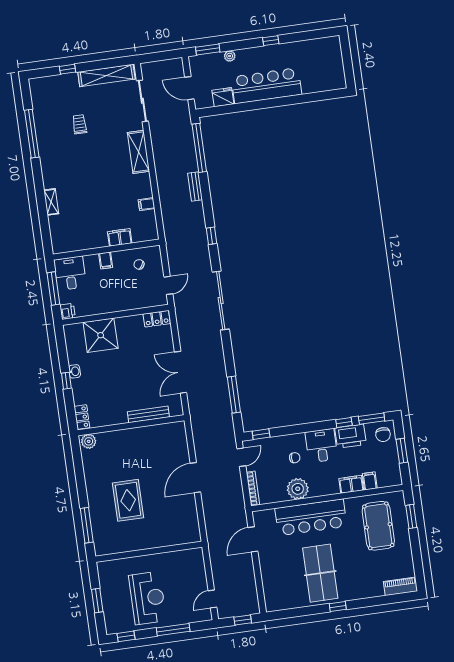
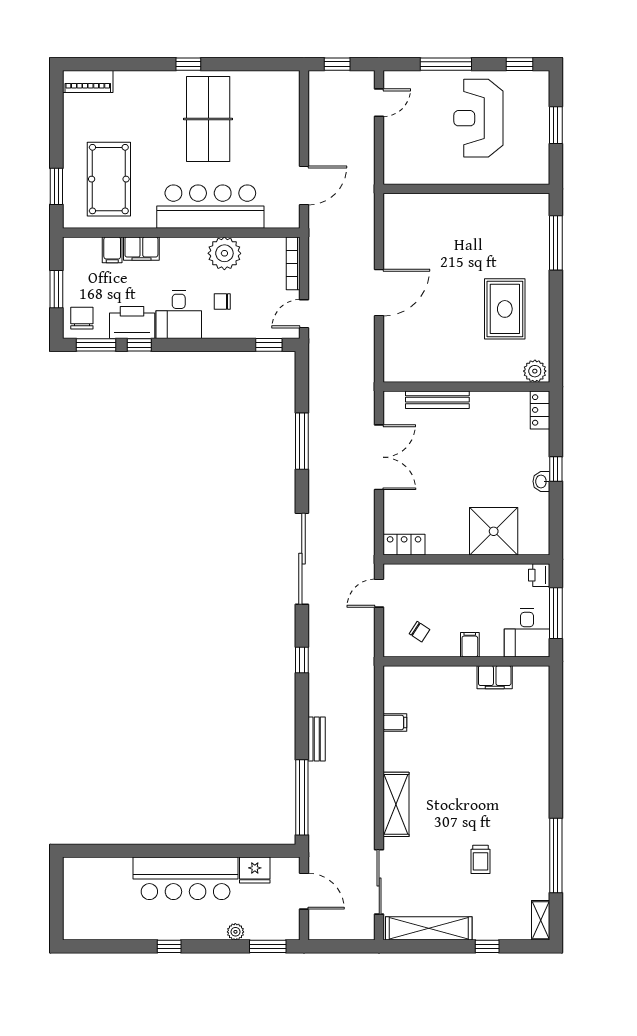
shelving: (51, 202) -> (541, 920), moved
filing cabinet: (120, 237) -> (495, 677), moved
window: (234, 395) -> (302, 441), moved
rug: (128, 500) -> (505, 309), moved

